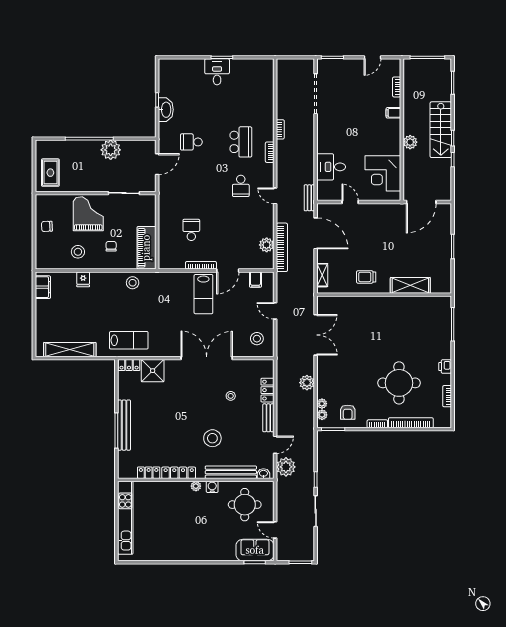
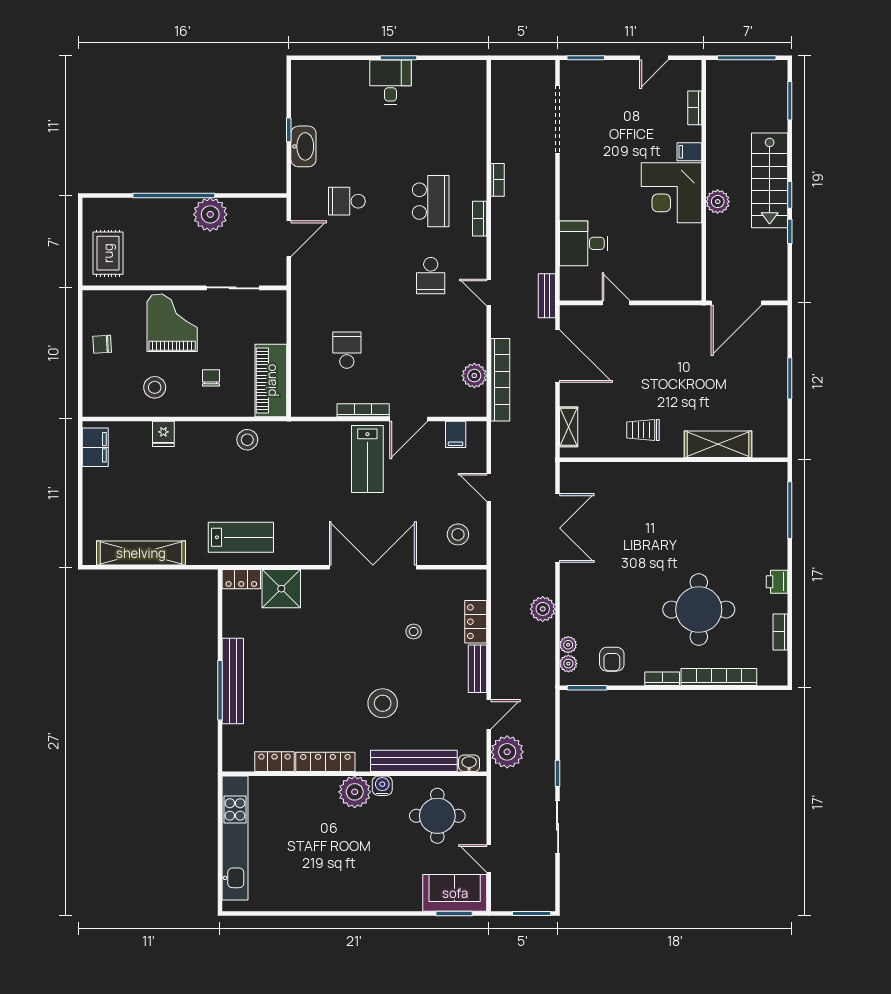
corner desk: (383, 173) -> (671, 193), moved
plant: (196, 486) -> (355, 792), width x1.88, depth x1.88

